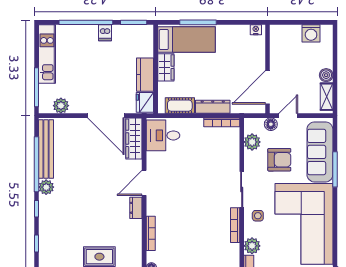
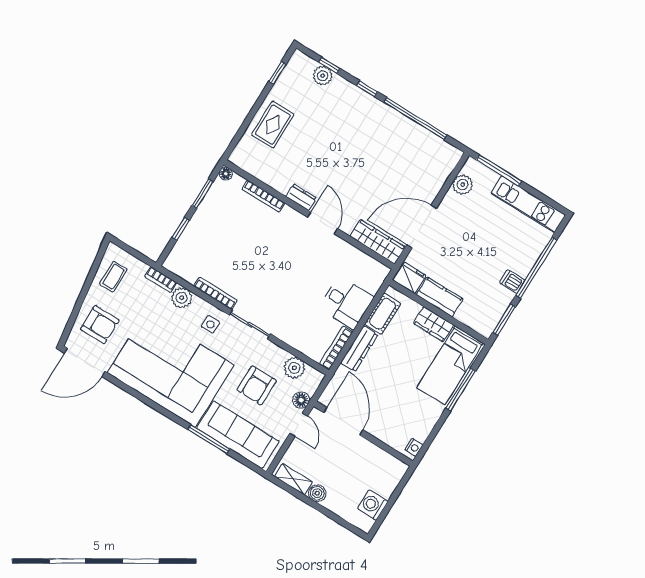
desk: (163, 135) -> (346, 302), moved, turned 90
bench: (46, 149) -> (425, 139), removed
plant: (46, 187) -> (323, 76), moved

